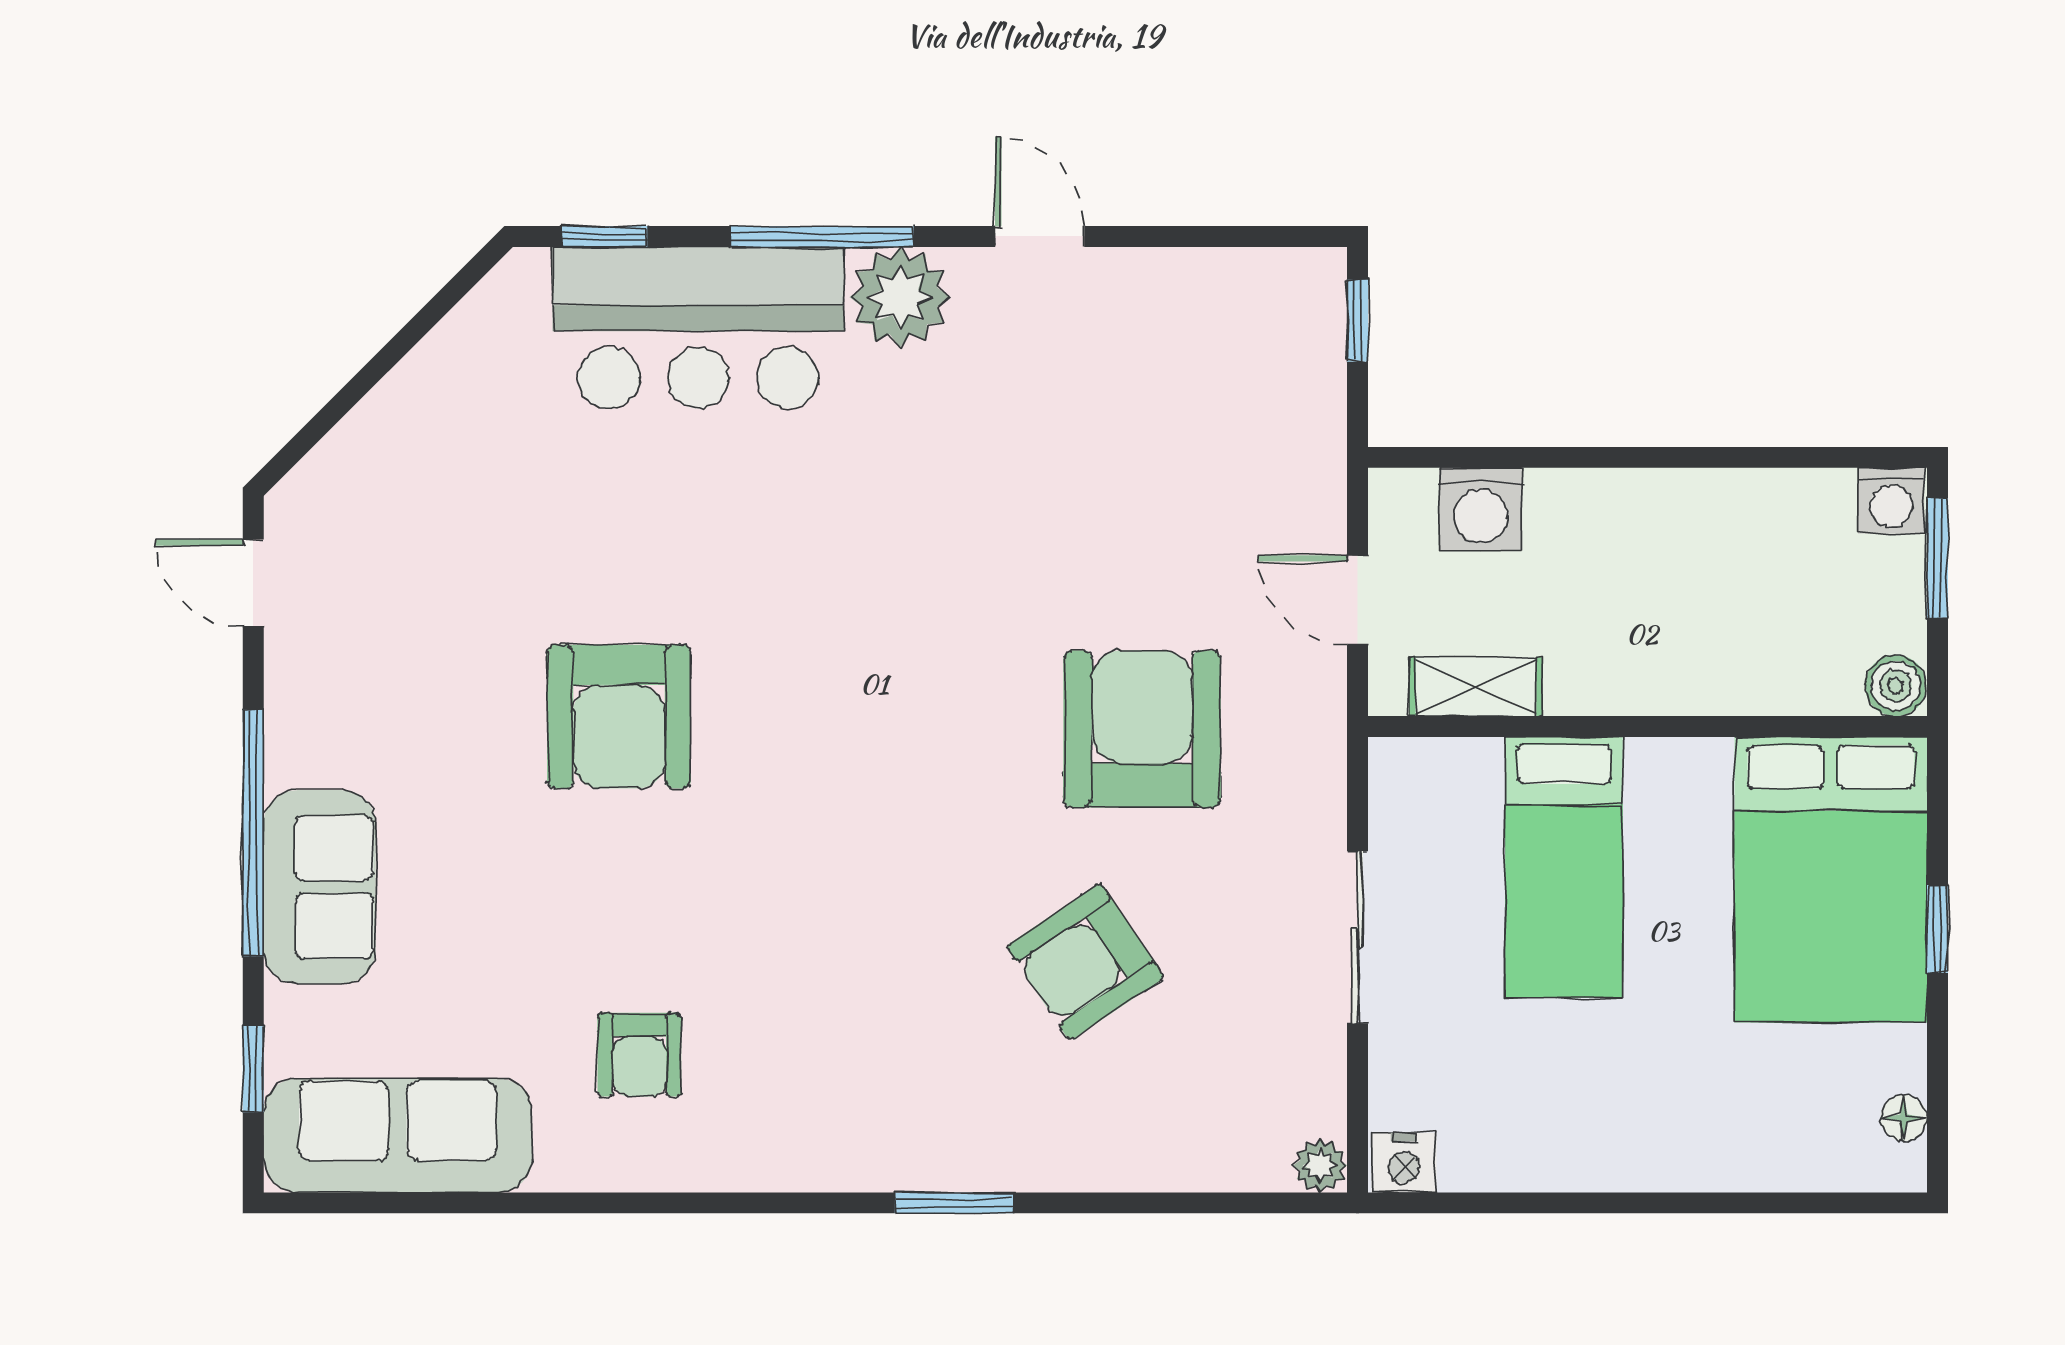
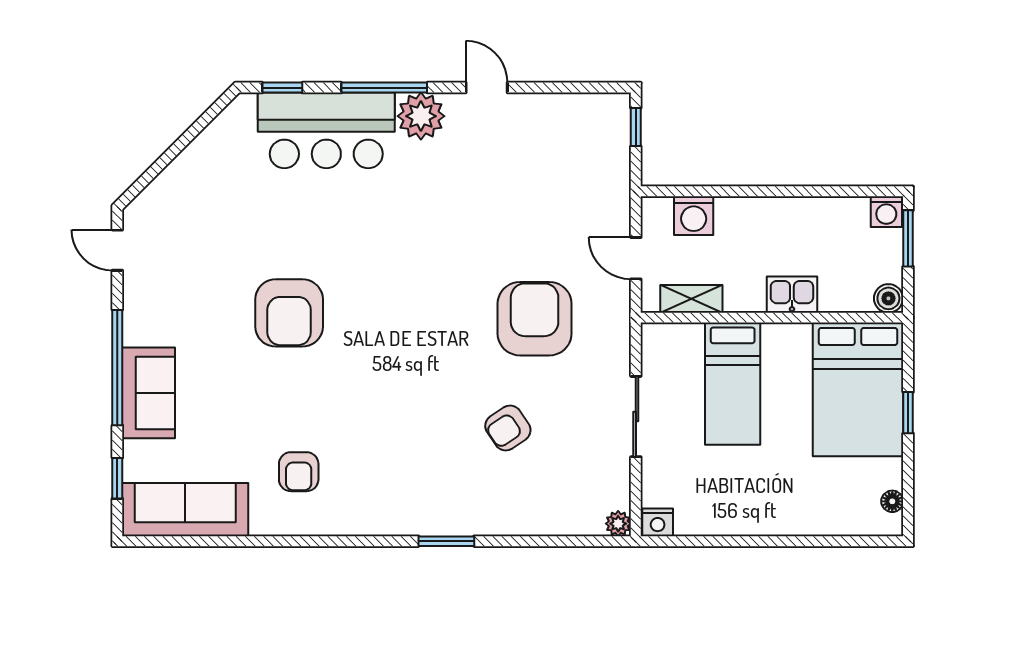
kitchen sink: (1690, 678) -> (792, 295), added
armchair: (1085, 962) -> (508, 428), width x0.72, depth x0.72

